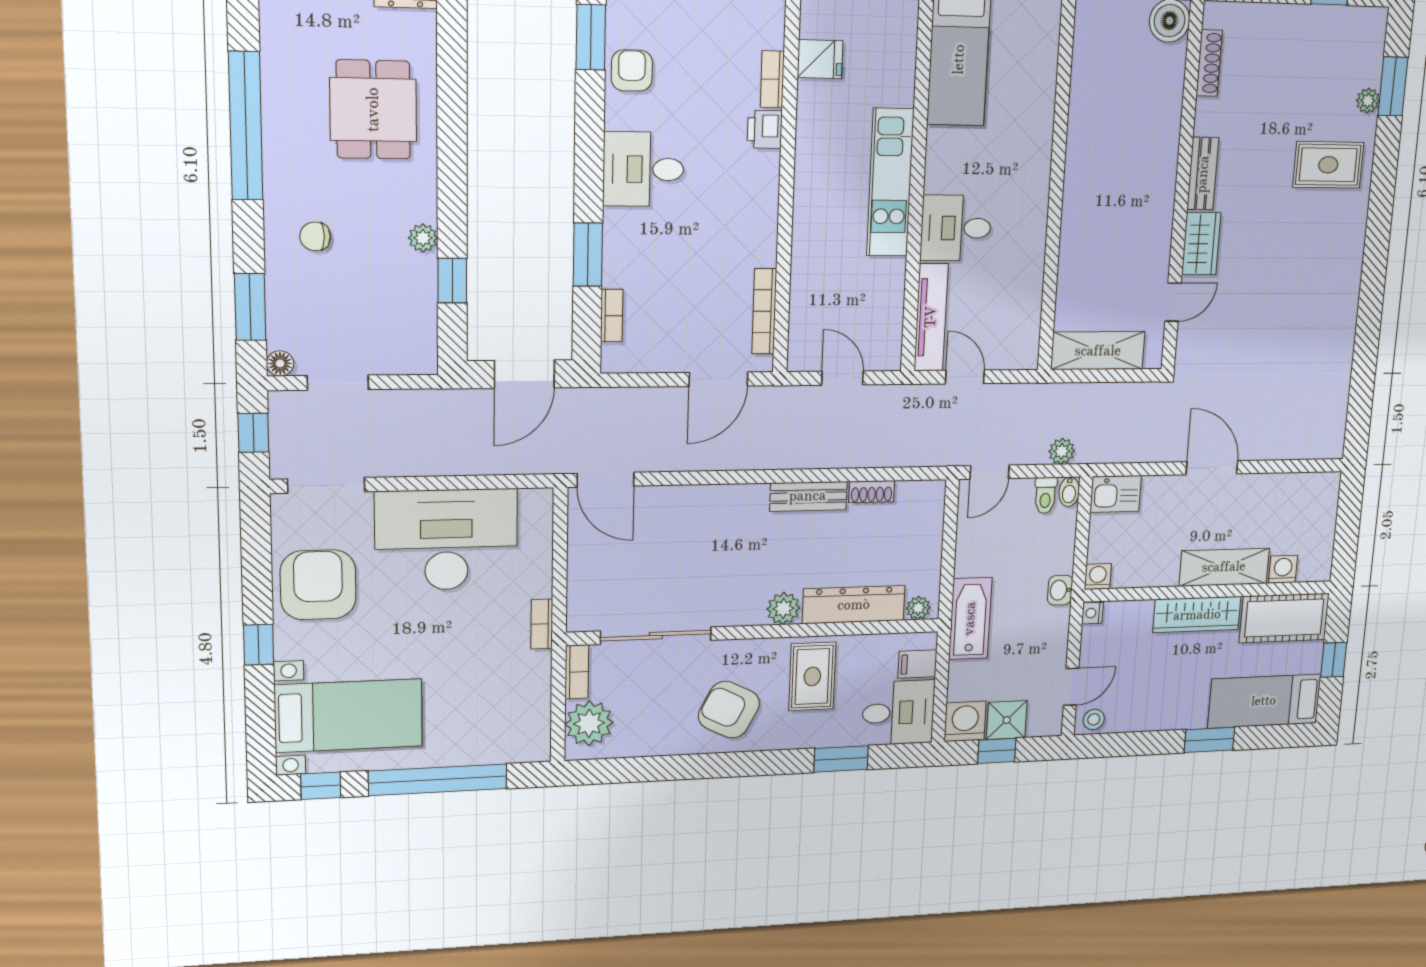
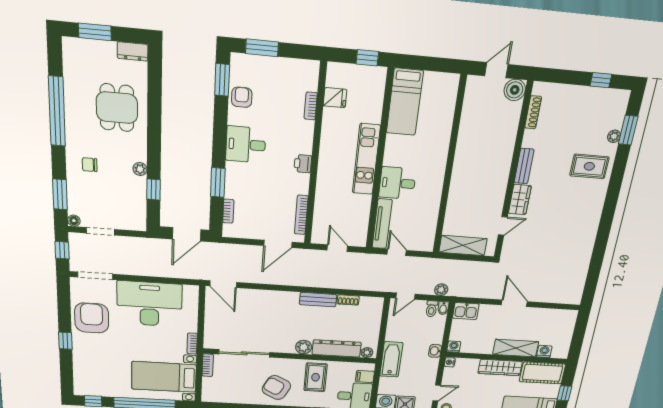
printer: (765, 129) -> (303, 164), moved
bed with nightstands: (349, 716) -> (164, 377), moved, turned 180
plant: (589, 723) -> (213, 387), removed

